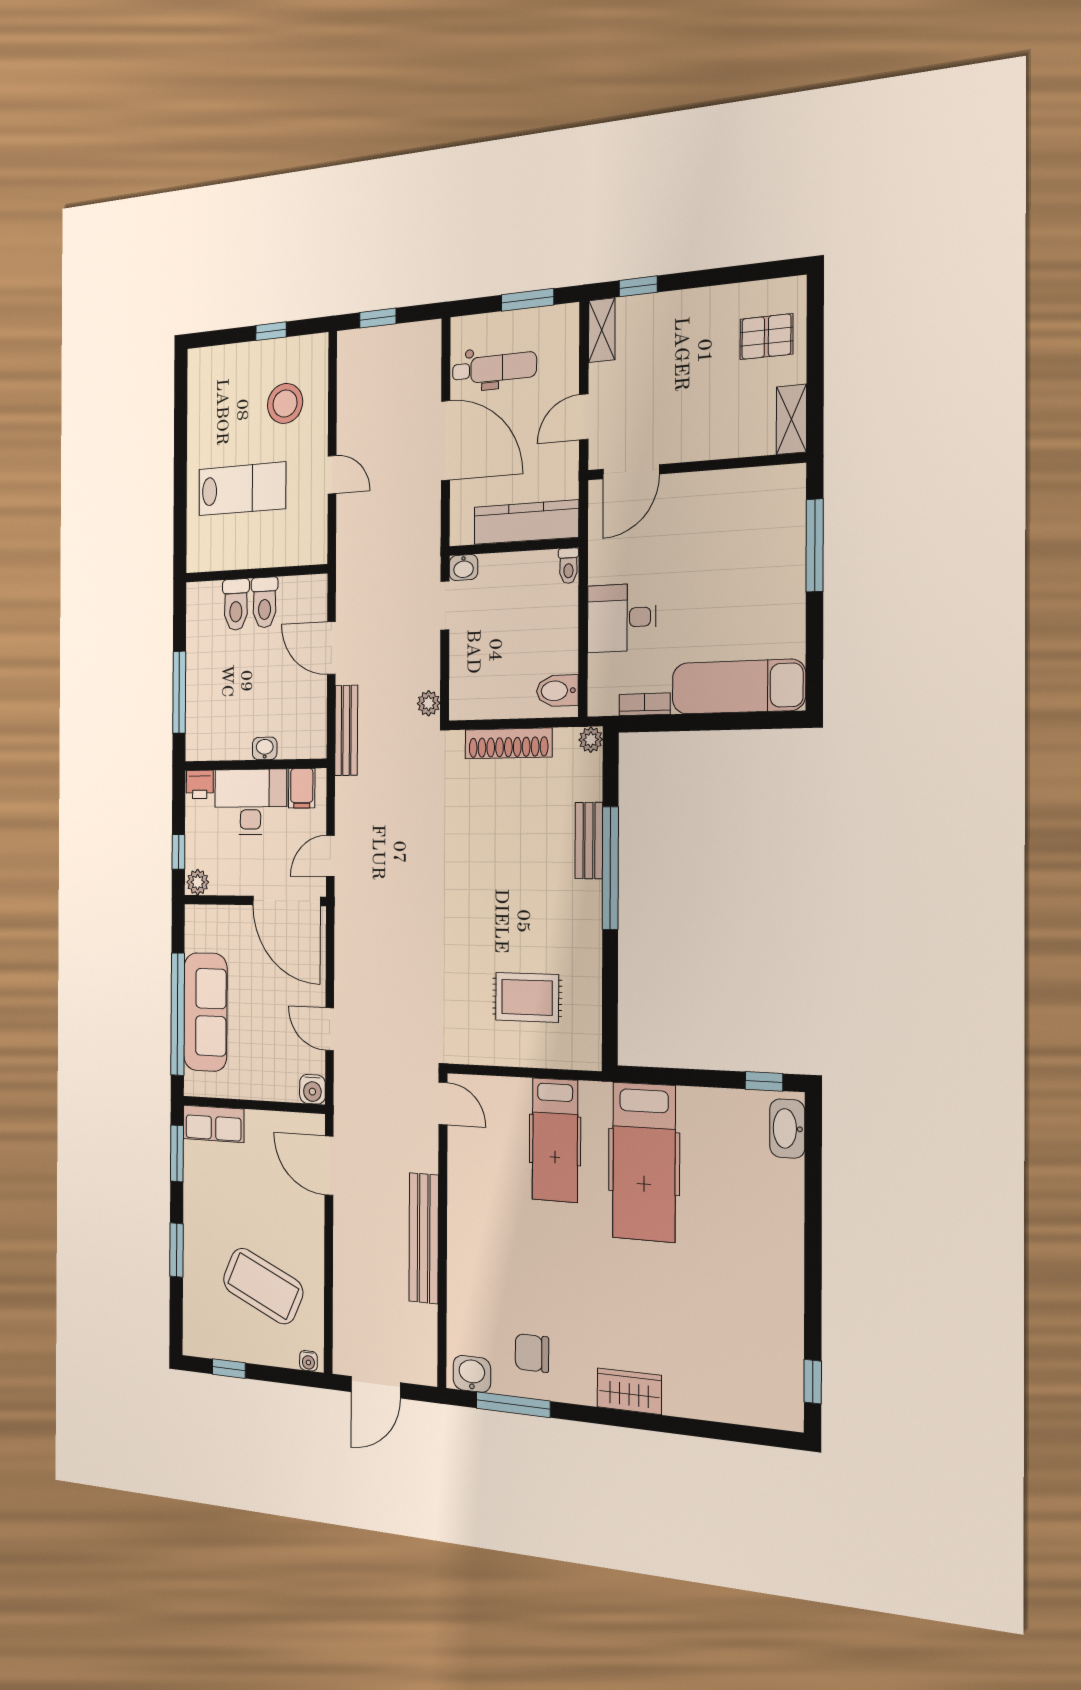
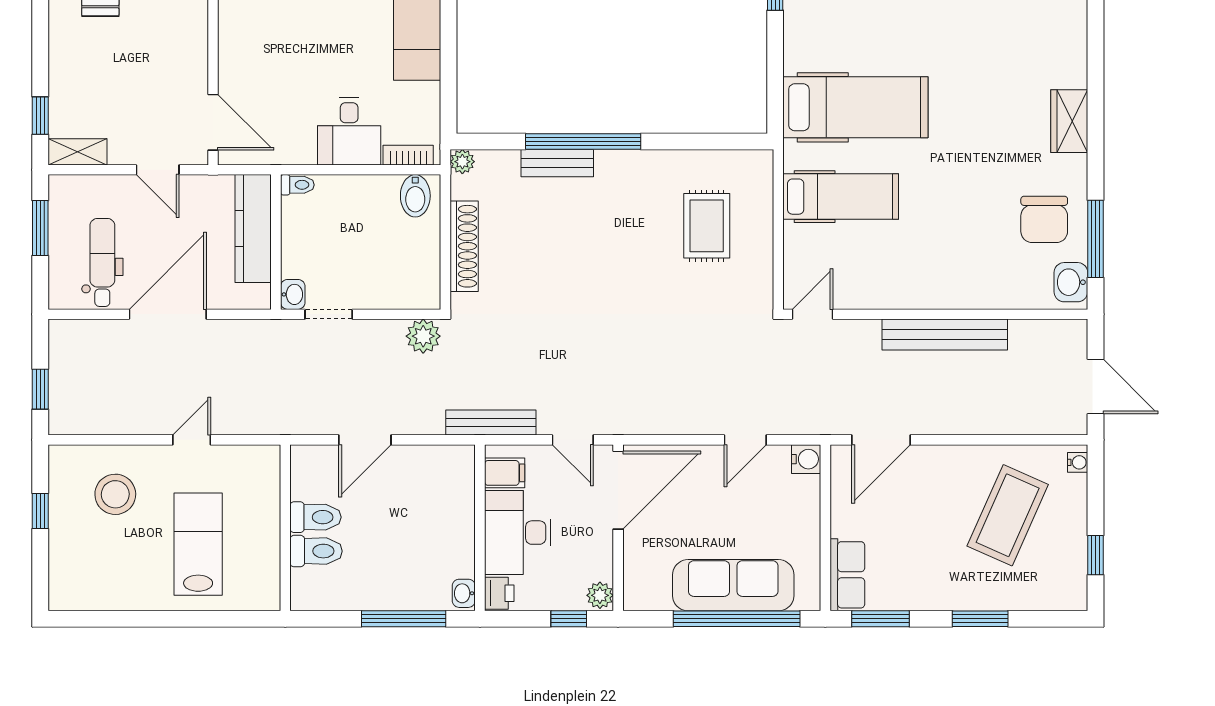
plant: (429, 703) -> (423, 336), width x1.38, depth x1.38
bookcase: (645, 704) -> (408, 155), moved, turned 90
bench: (346, 730) -> (491, 423), moved
washbasin: (265, 748) -> (464, 593), moved
chair: (532, 1353) -> (1044, 219), width x1.37, depth x1.37

